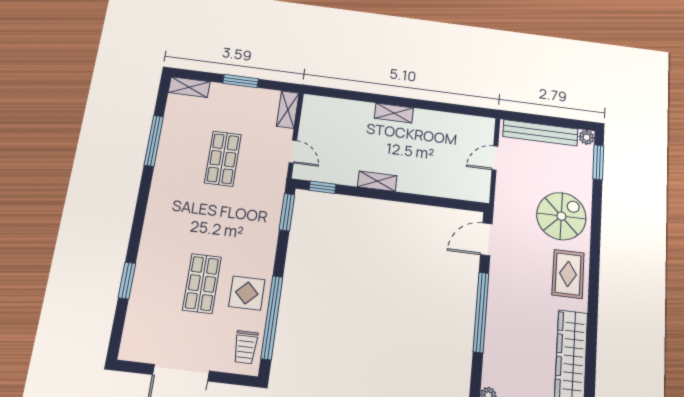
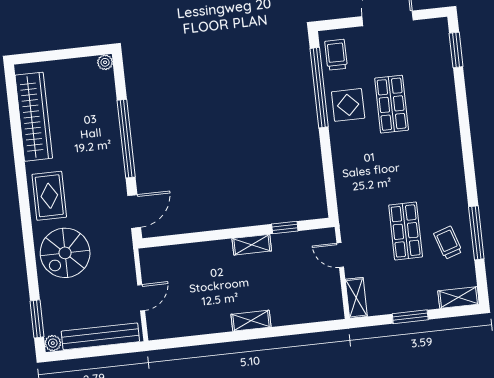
trolley: (184, 138) -> (448, 243), added
window: (323, 187) -> (285, 227), moved
window: (287, 212) -> (331, 192), removed
window: (127, 281) -> (456, 50), moved

